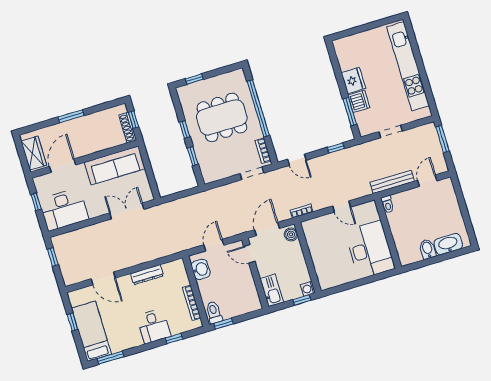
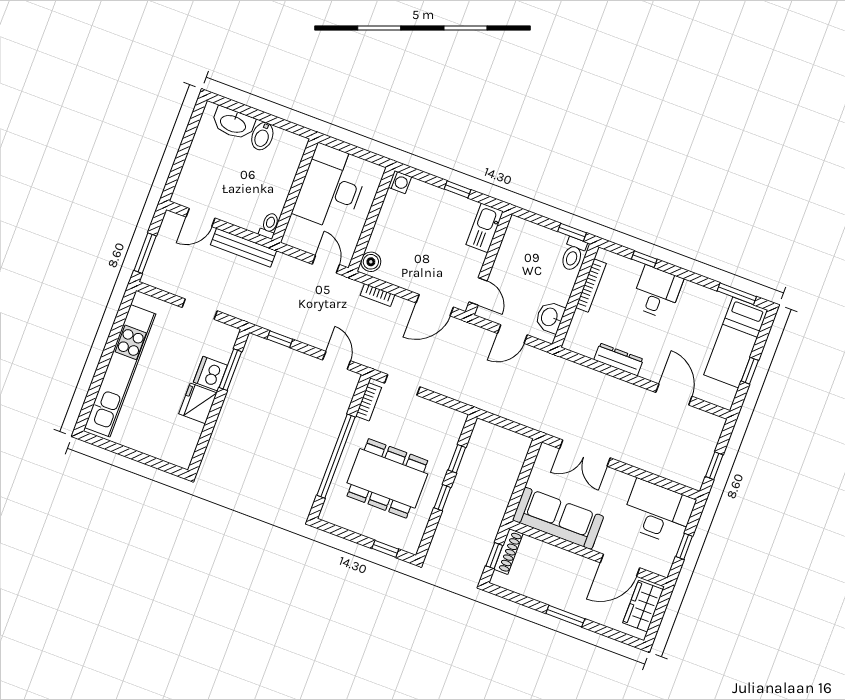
boiler: (291, 234) -> (371, 262), moved
wall: (308, 257) -> (372, 219), moved
washing machine: (308, 289) -> (400, 182), moved

